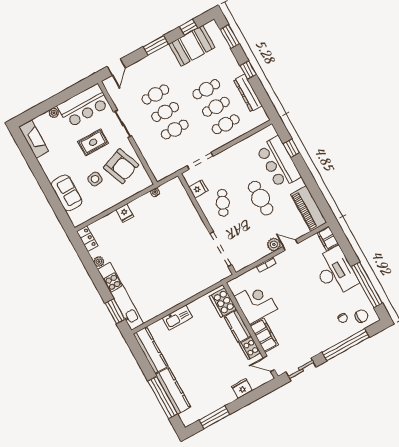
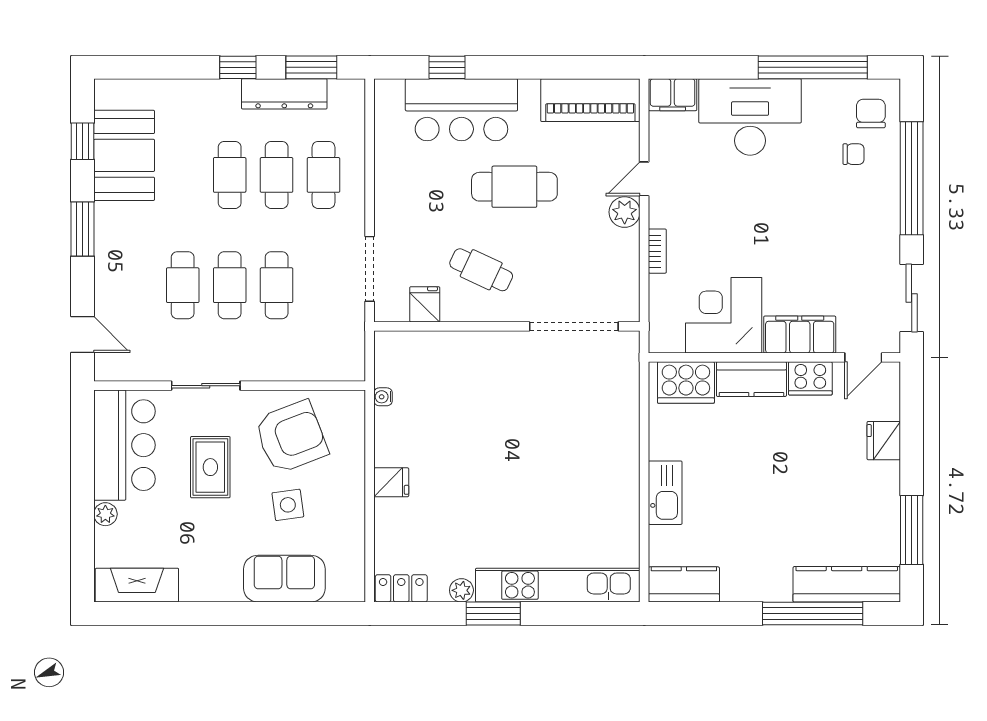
window: (230, 37) -> (311, 67), moved
window: (115, 311) -> (493, 613), moved
kitchen counter: (151, 350) -> (684, 584), width x0.67
kitchen counter: (173, 391) -> (847, 584), moved

